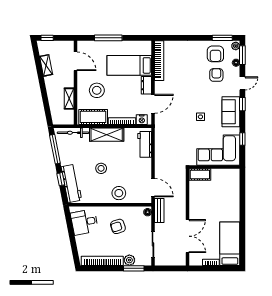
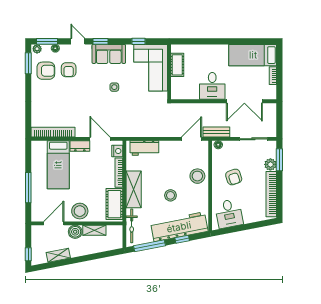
armchair: (216, 75) -> (69, 70), turned -90
boiler: (68, 81) -> (75, 232), added
stool: (97, 90) -> (80, 211), moved
cot: (200, 175) -> (177, 65), moved
workbench: (71, 183) -> (179, 227), width x1.36, depth x1.32
desk: (201, 207) -> (212, 86), added
double door: (187, 236) -> (244, 101), swing flipped

